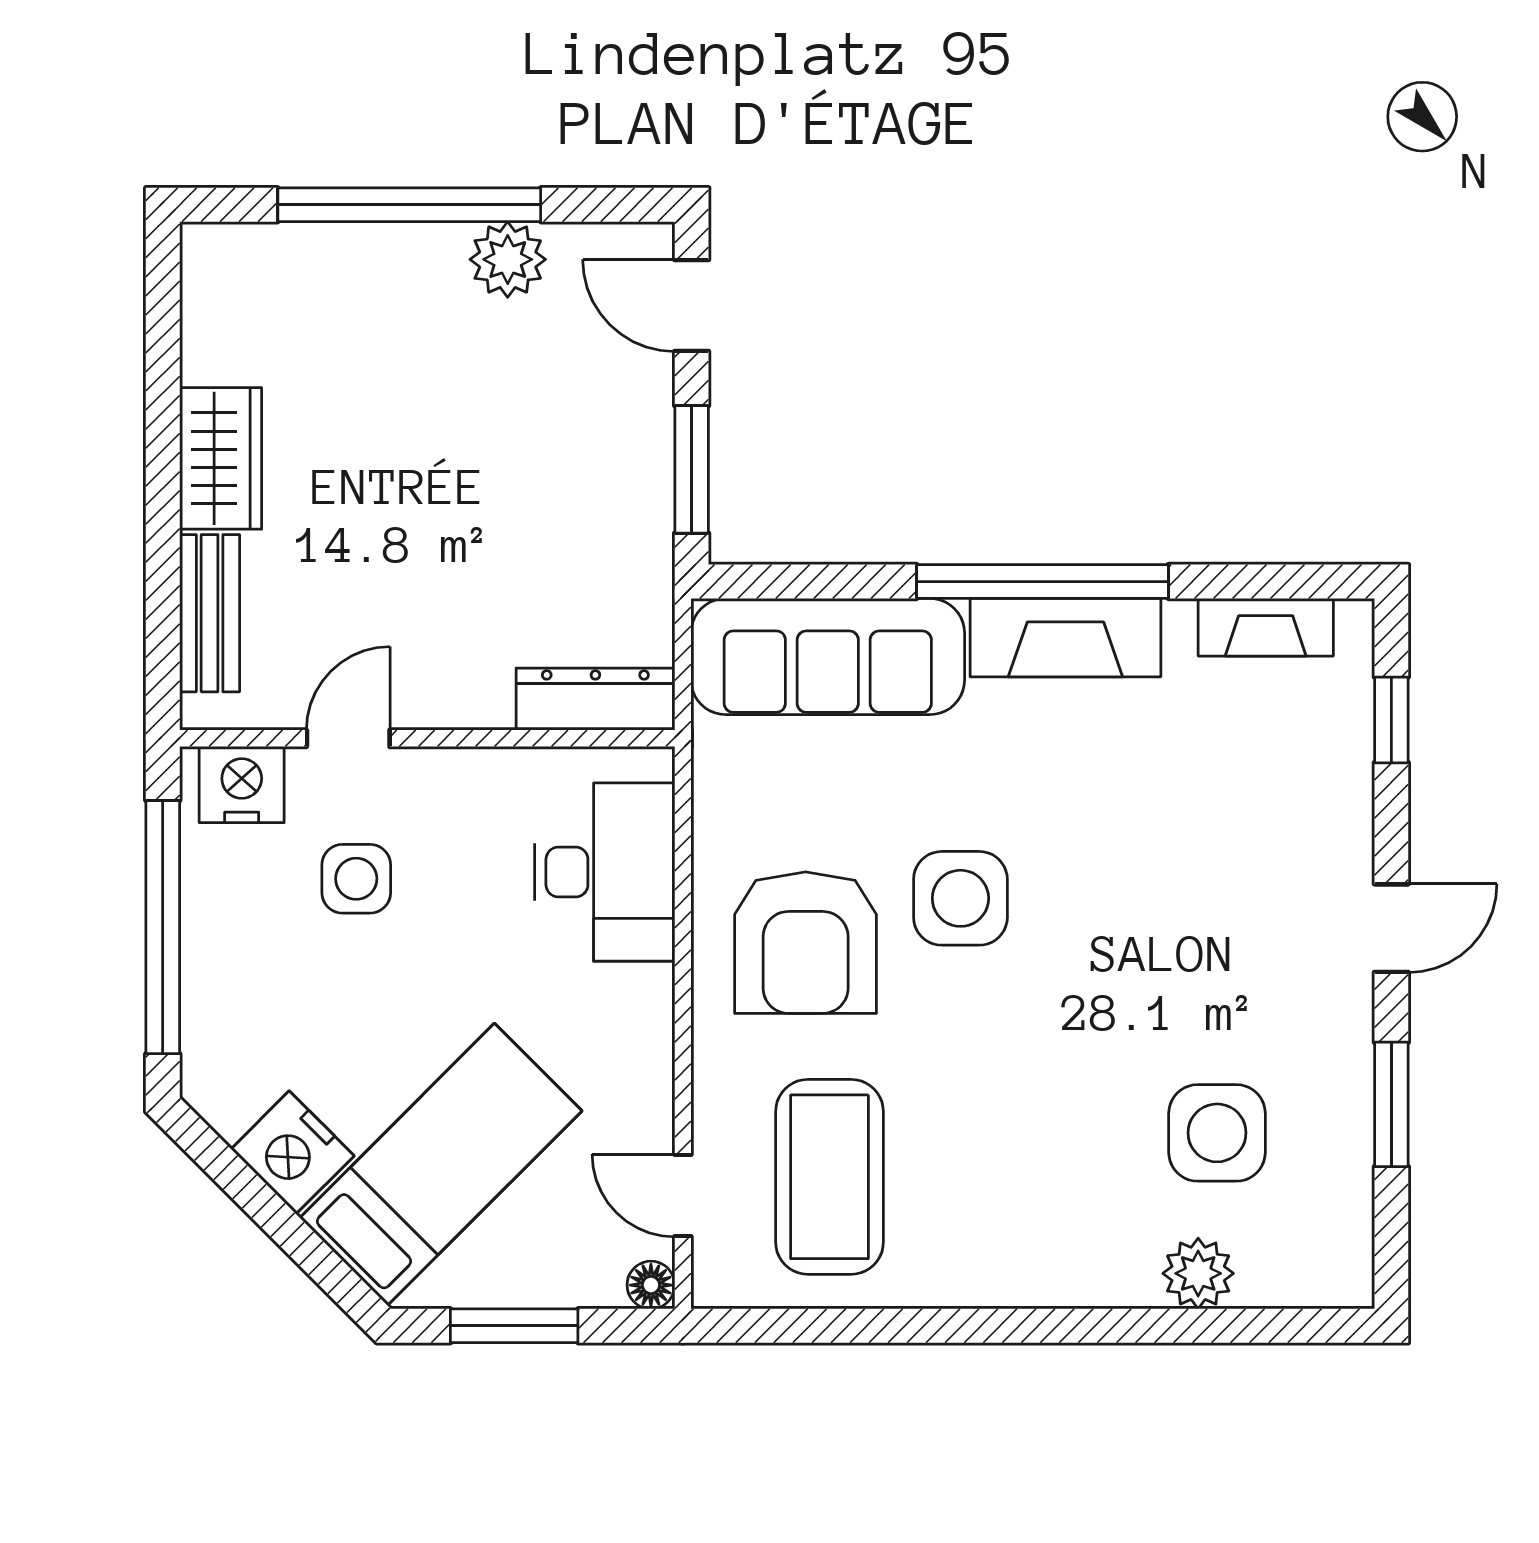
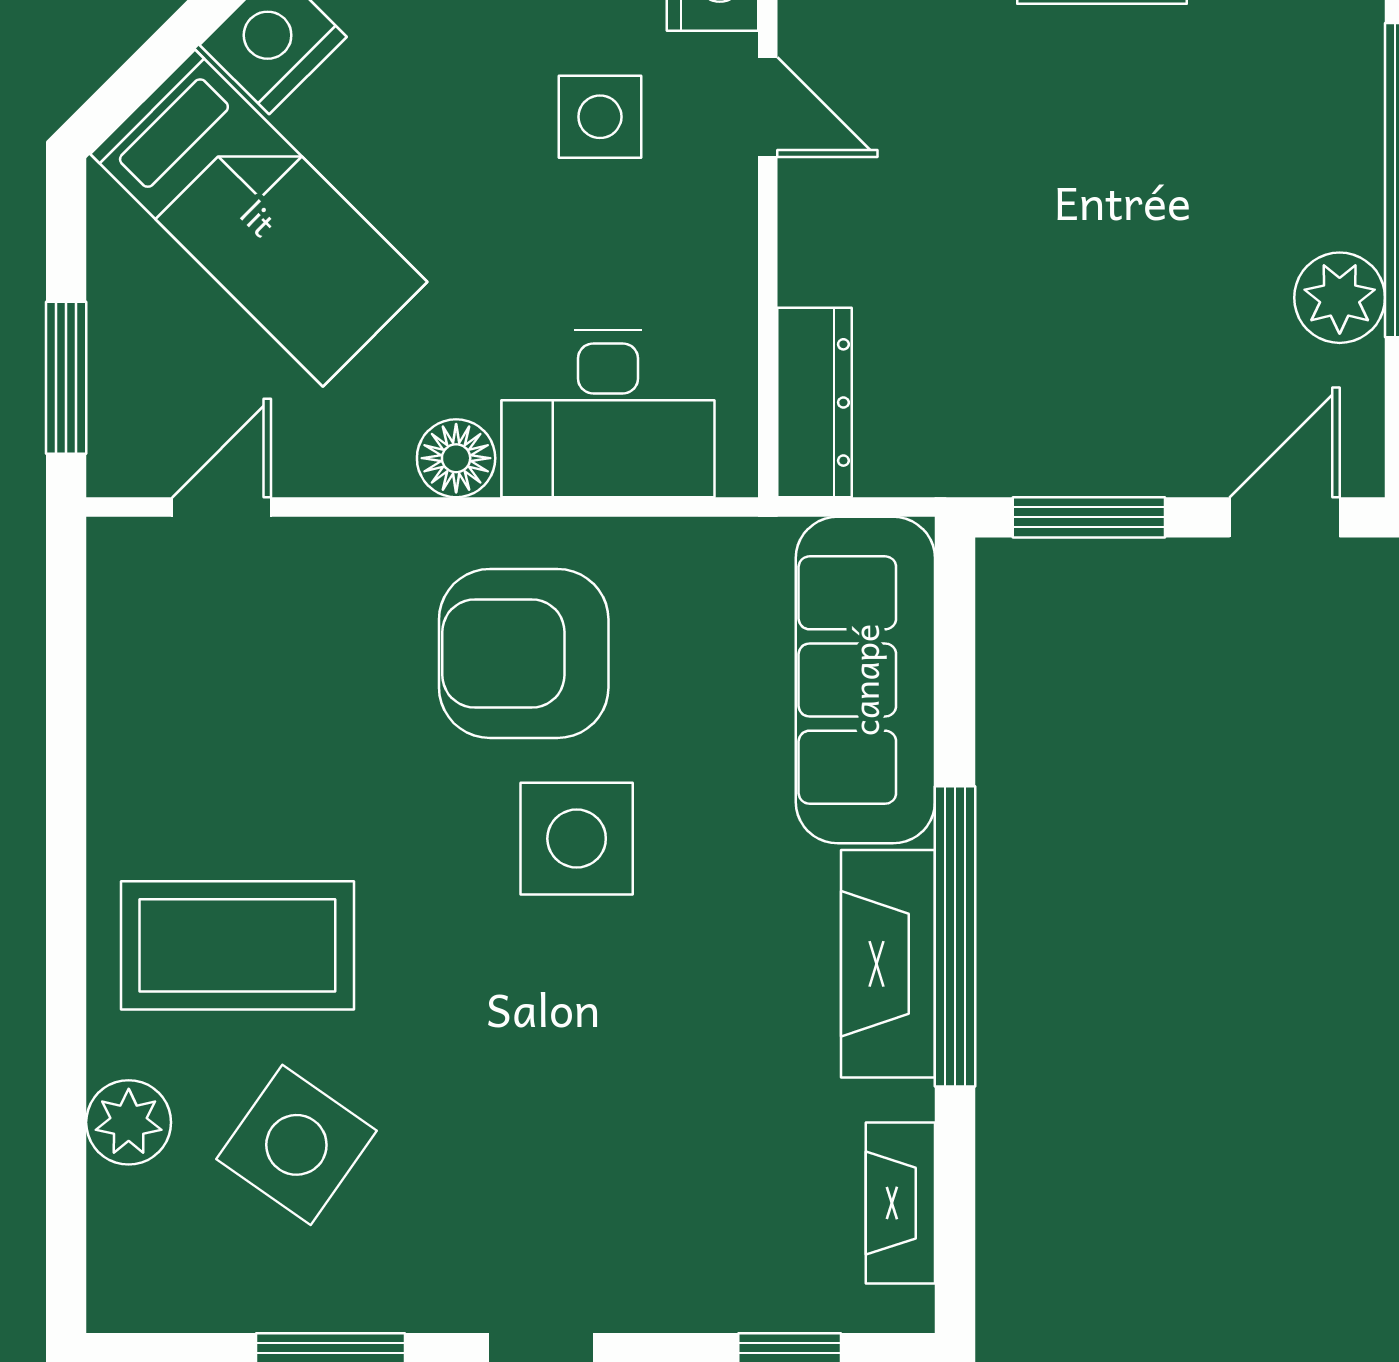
side table: (1217, 1133) -> (296, 1145), turned 35
coffee table: (830, 1177) -> (237, 945), moved
floor lamp: (651, 1285) -> (456, 458), moved, width x1.37, depth x1.37
window: (514, 1326) -> (66, 378), moved

